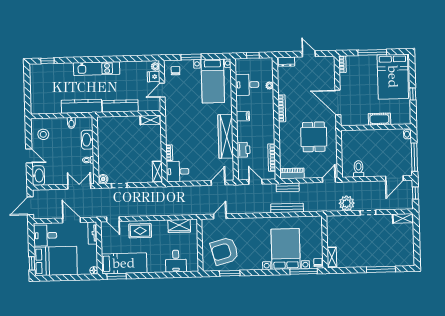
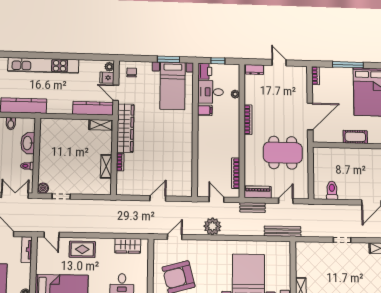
window: (191, 57) -> (169, 59), moved
kitchen unit: (97, 69) -> (43, 65), width x1.36
door: (162, 90) -> (116, 93), hinge flipped
door: (338, 102) -> (310, 116), swing flipped
kitchen counter: (120, 106) -> (93, 108), moved
filing cabinet: (243, 116) -> (205, 110), moved
wardrobe: (226, 136) -> (125, 128), moved, turned 180
dining table: (314, 137) -> (283, 153), width x1.38
printer: (244, 150) -> (205, 71), moved
desk: (178, 171) -> (129, 184), removed
shelving: (157, 172) -> (106, 166), moved
door: (329, 180) -> (286, 201), moved
door: (218, 183) -> (158, 198), moved
plant: (347, 203) -> (212, 226), moved
bench: (287, 208) -> (283, 231), moved

